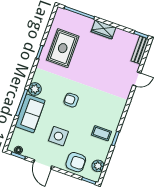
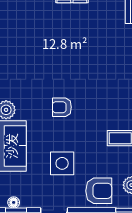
rug: (63, 48) -> (25, 40), removed

